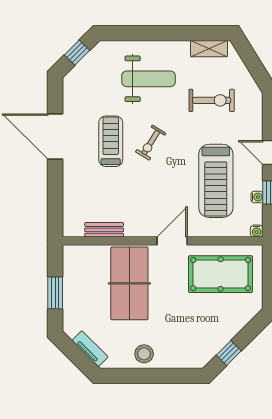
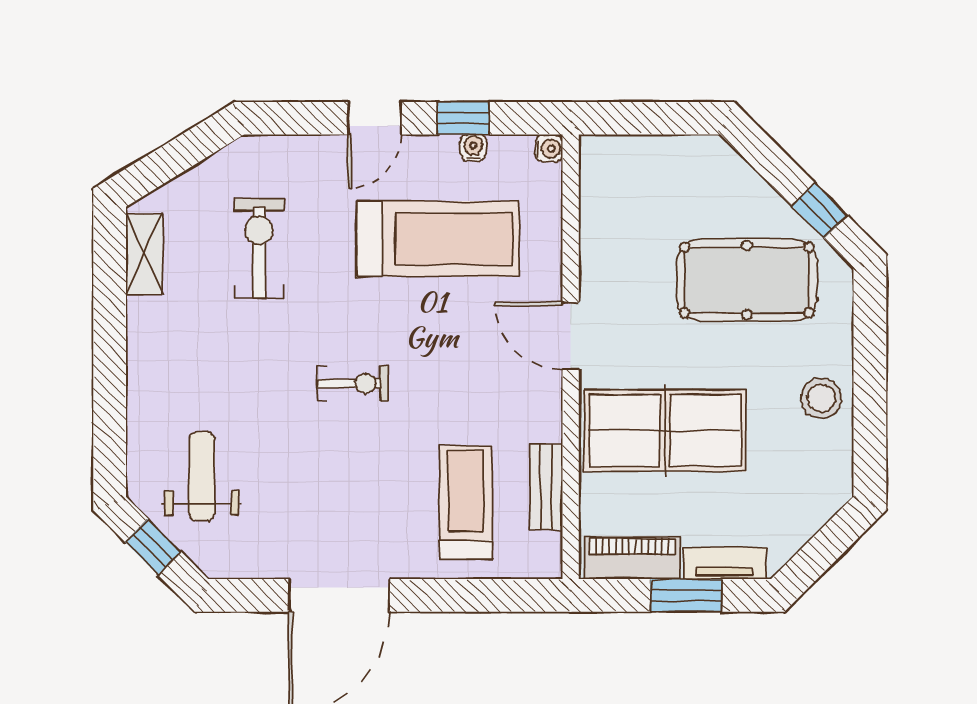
weight bench: (149, 79) -> (202, 476), moved, width x0.73, depth x0.75
treadmill: (111, 141) -> (466, 502), moved, turned 90
exercise bike: (151, 143) -> (353, 383), turned -32
piano: (72, 269) -> (632, 558), added
pool table: (221, 274) -> (747, 280), moved, turned 90
tv unit: (90, 349) -> (725, 563), moved, turned 45

